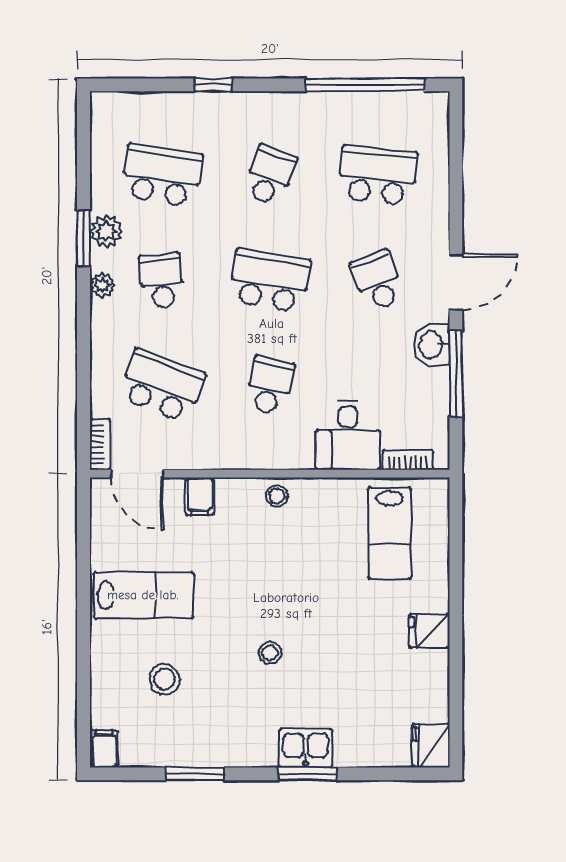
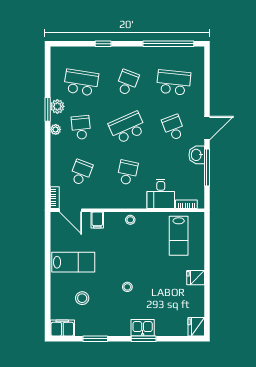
school desk: (270, 281) -> (127, 128), turned -33
school desk: (162, 386) -> (81, 173), width x0.54
filing cabinet: (104, 749) -> (62, 328), width x2.00

